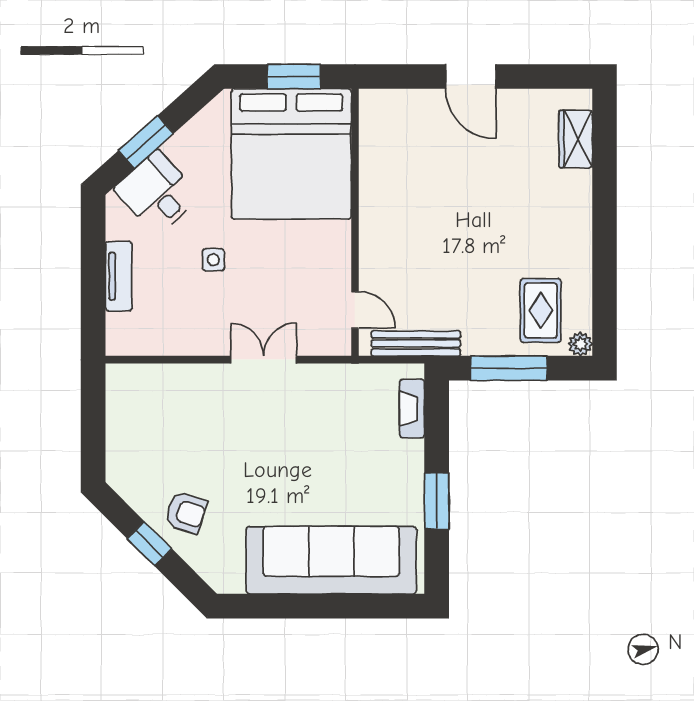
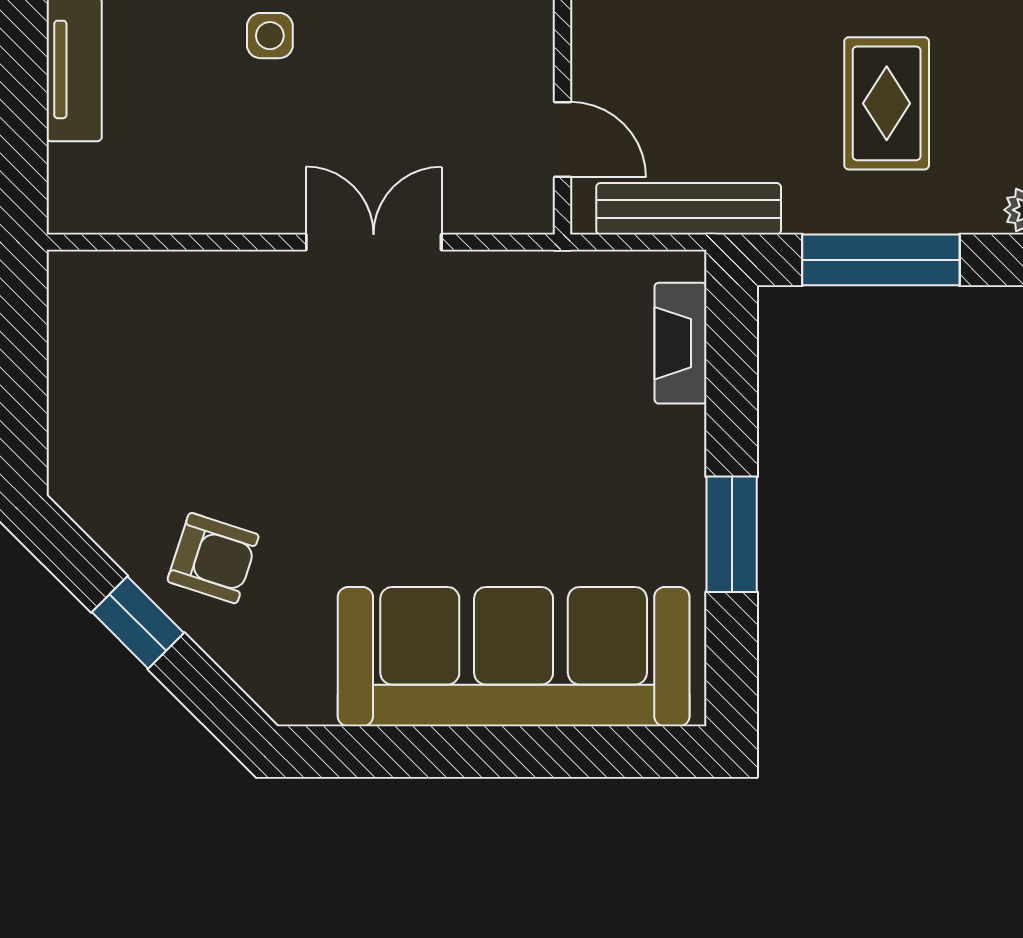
rug: (541, 310) -> (887, 103), moved

